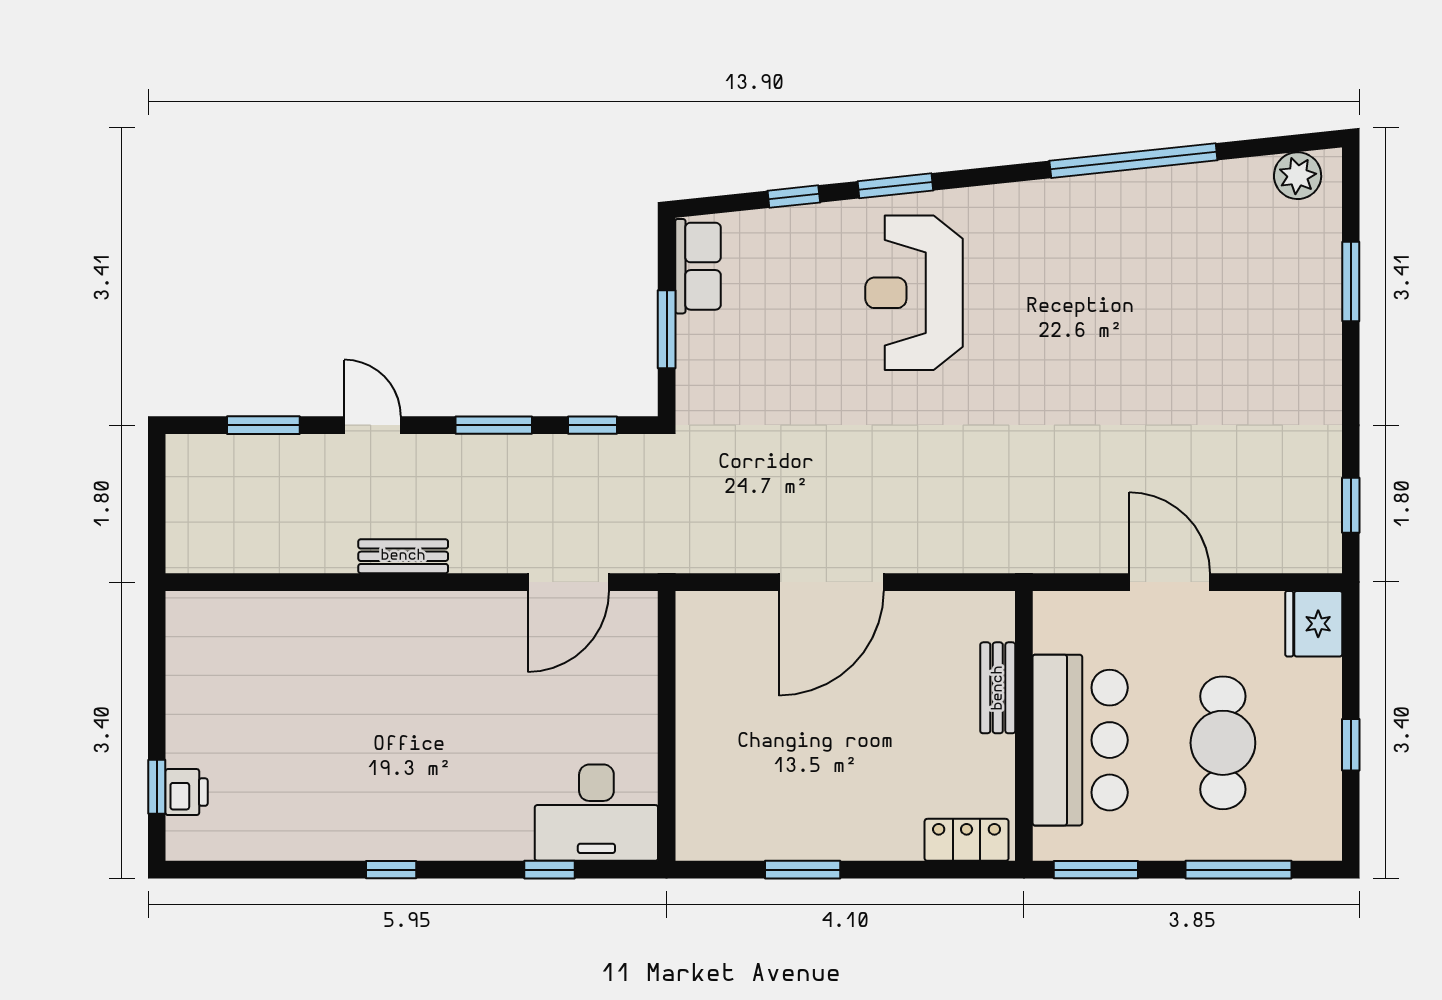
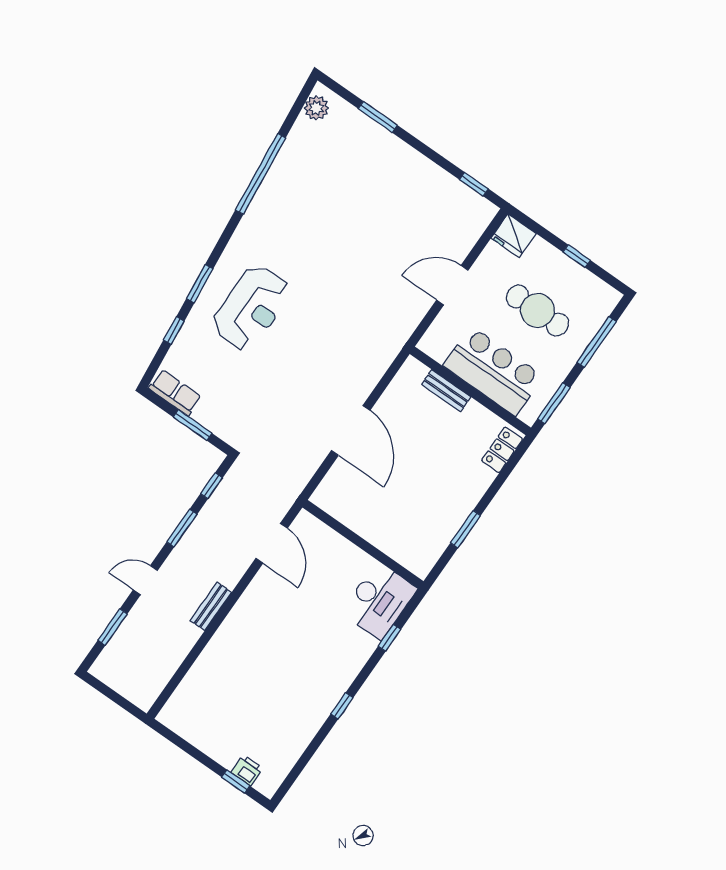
reception desk: (914, 293) -> (251, 308), turned -90

